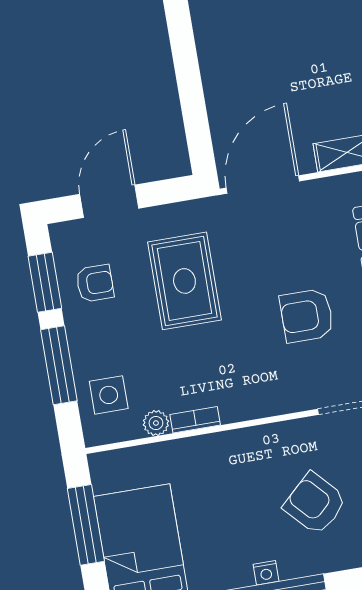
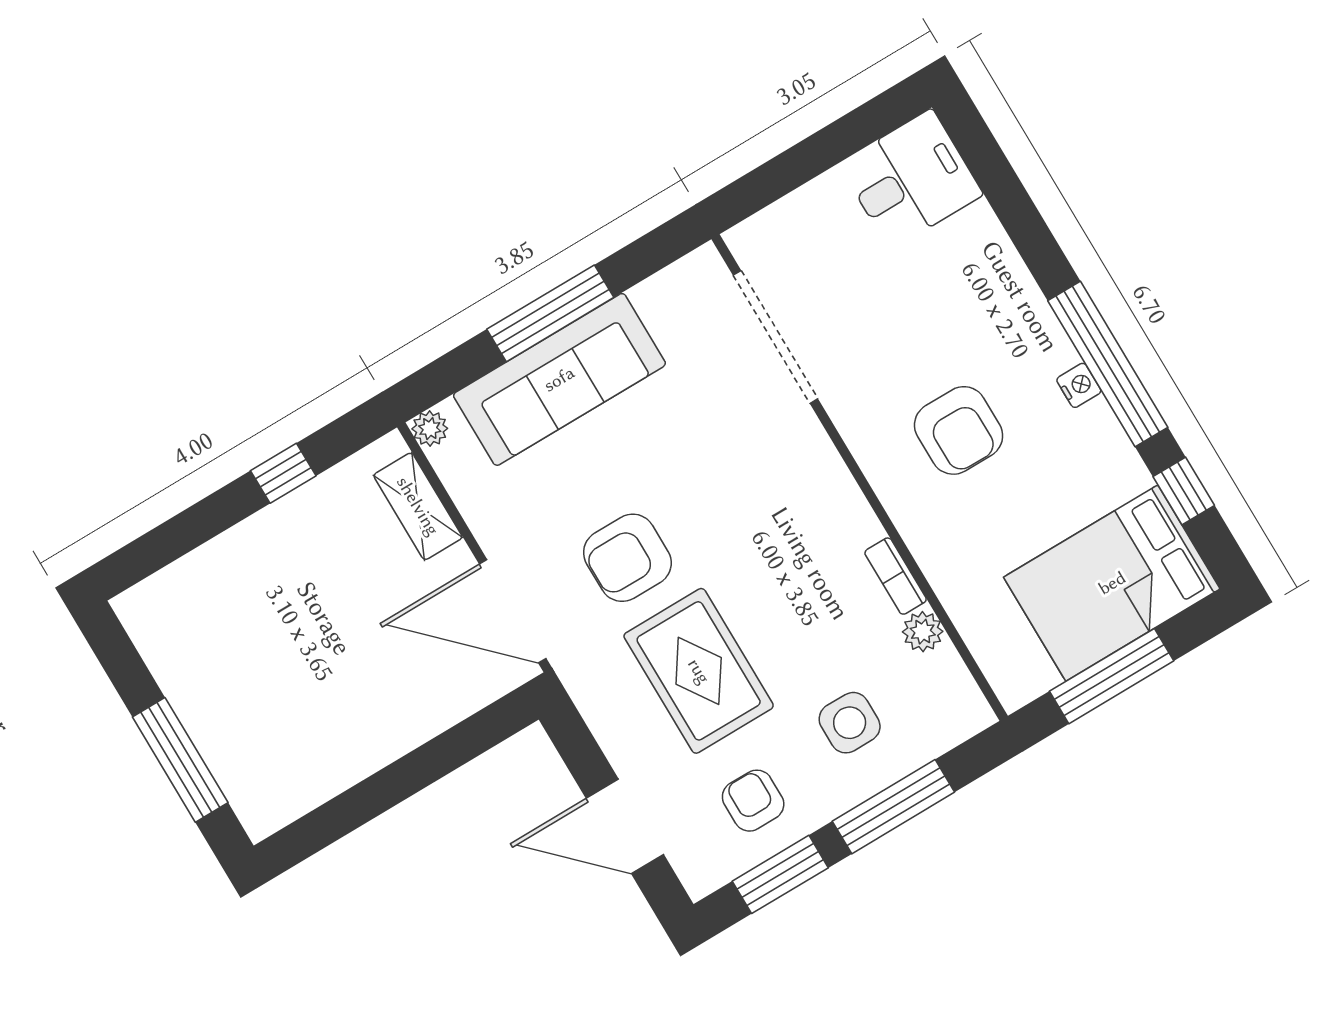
rug: (184, 281) -> (699, 671), turned 90
armchair: (307, 316) -> (627, 558), moved, turned 90
side table: (109, 395) -> (850, 723), moved
armchair: (315, 503) -> (959, 430), moved, turned -47

